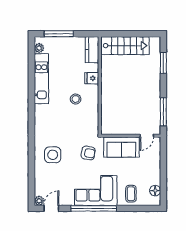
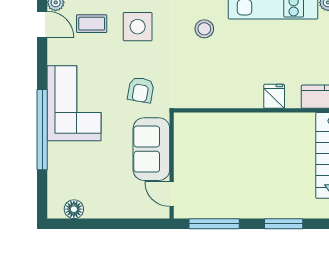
window: (163, 63) -> (284, 224), moved
stool: (76, 99) -> (204, 29), moved
coffee table: (131, 194) -> (92, 24), moved
window: (94, 208) -> (42, 130), moved

